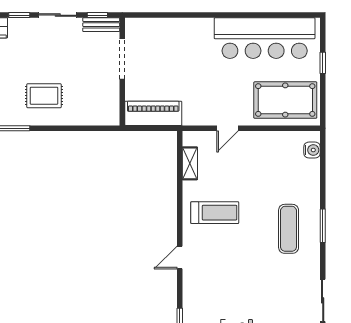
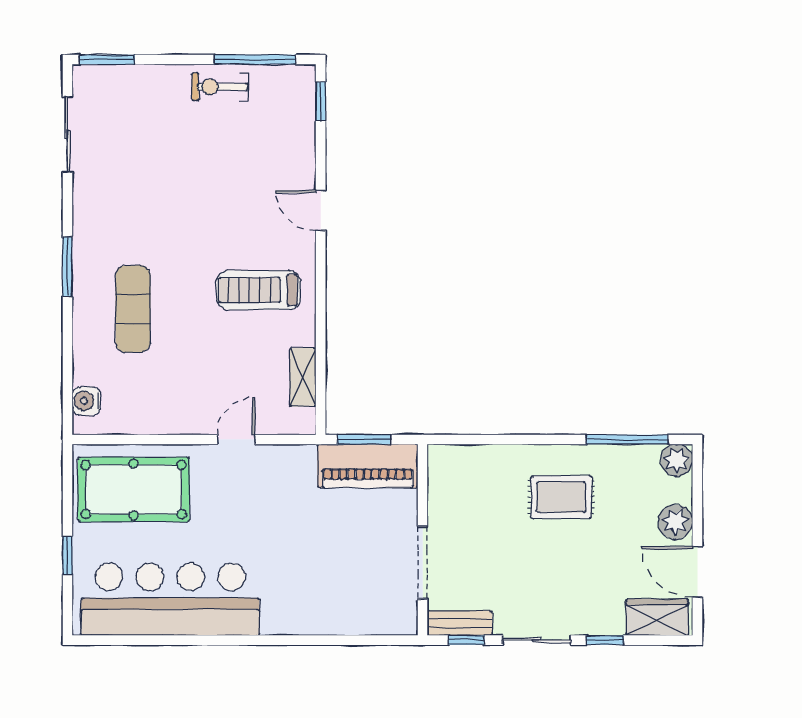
window: (155, 128) -> (364, 439), added
exercise mat: (289, 229) -> (133, 309), moved
door: (180, 258) -> (321, 210), swing flipped

